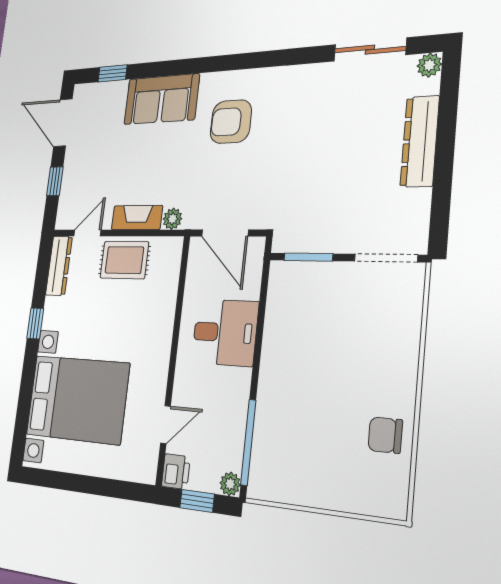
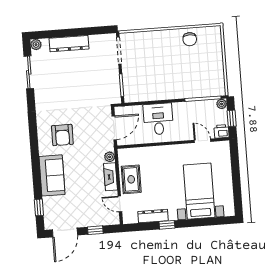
dresser: (59, 266) -> (153, 216), moved
bed with nightstands: (77, 399) -> (199, 191), width x0.73

